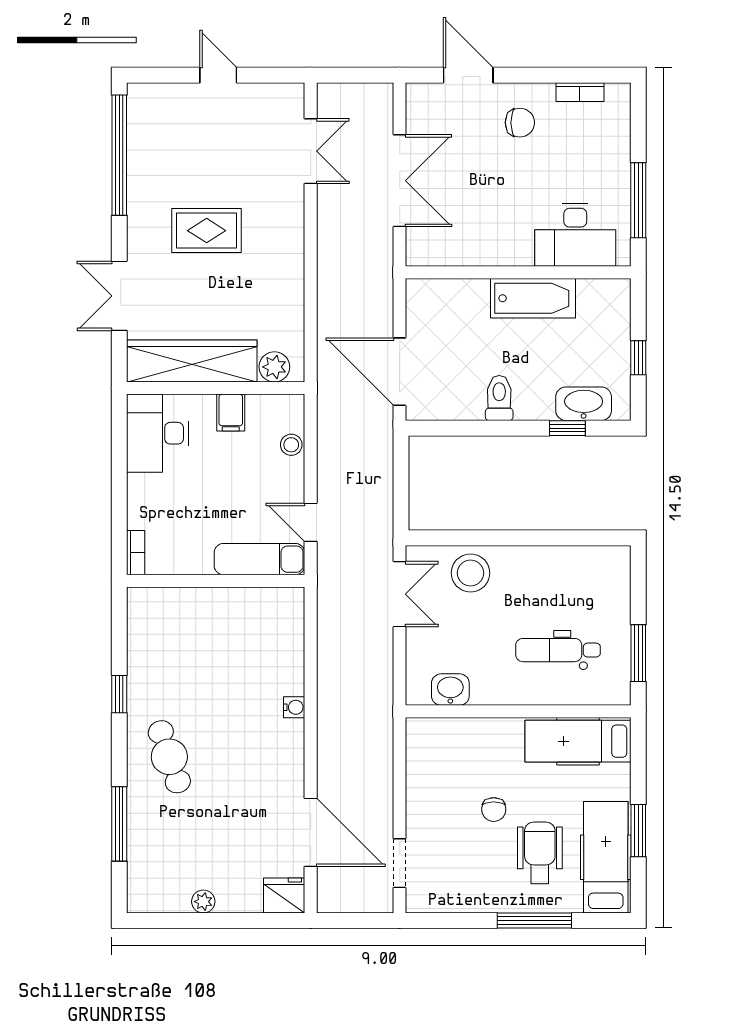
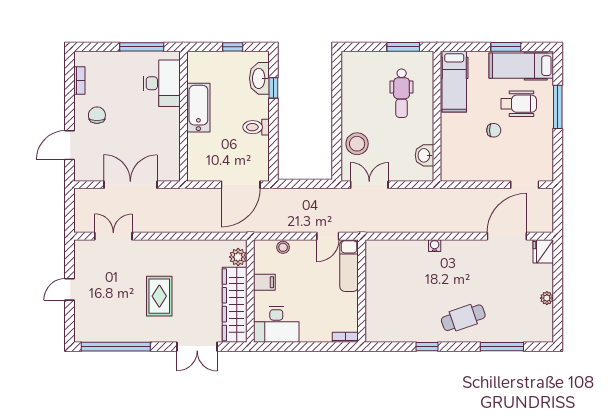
wheelchair: (540, 853) -> (519, 104), turned 180

